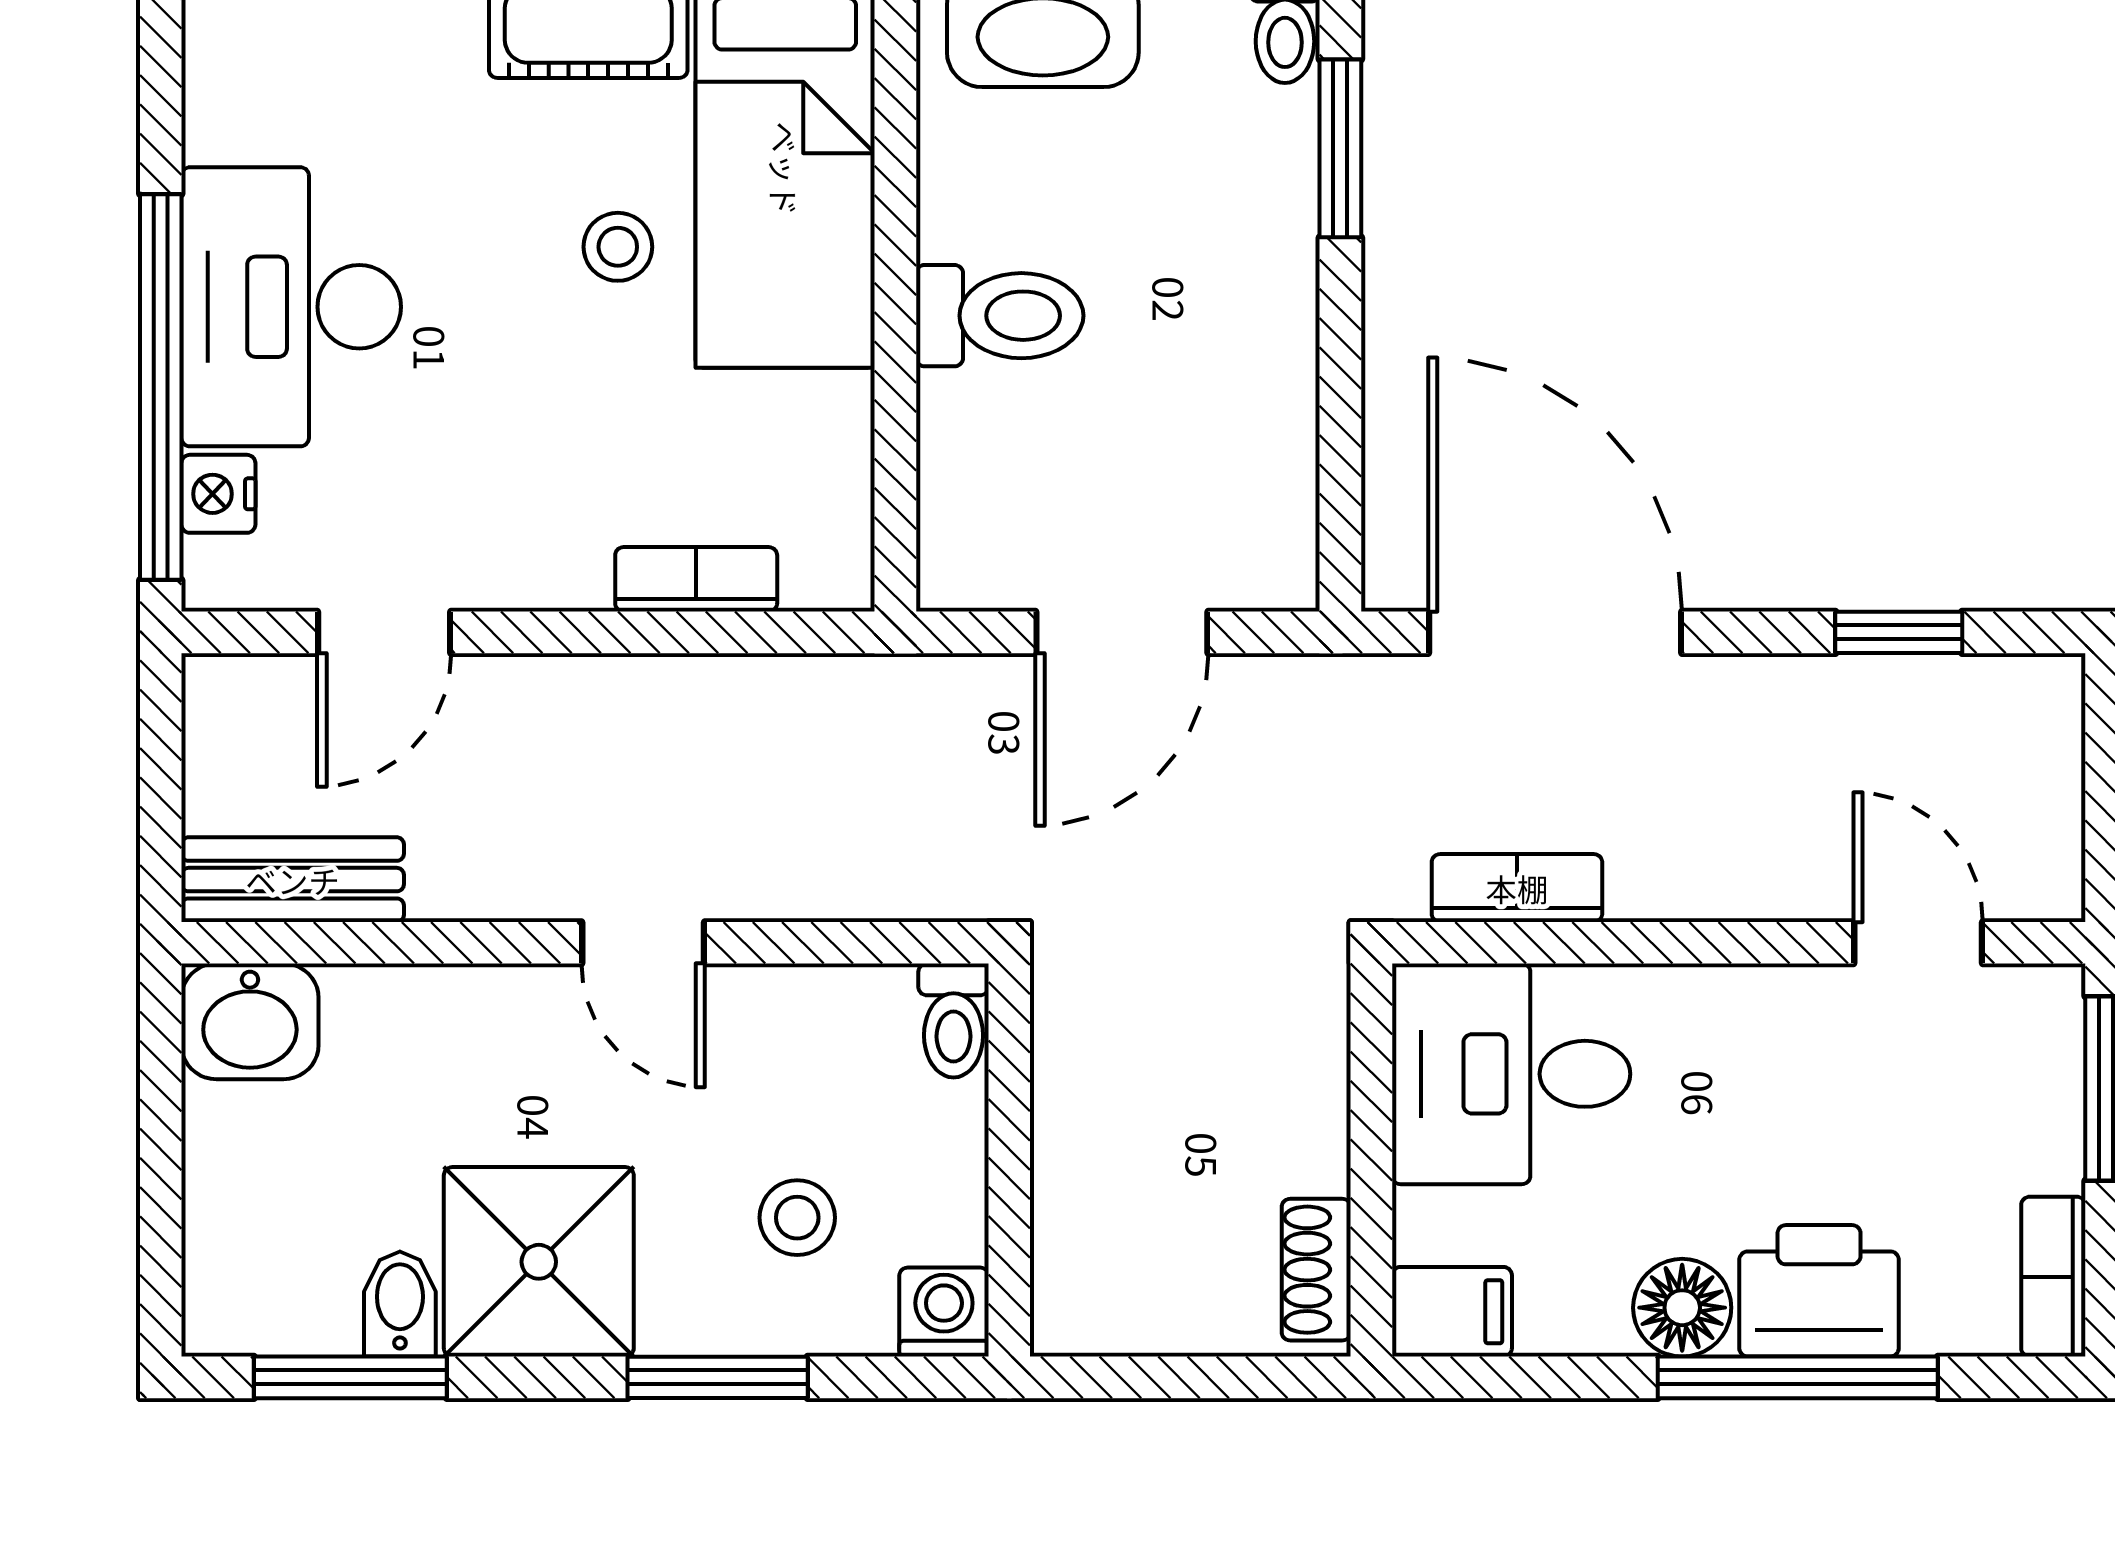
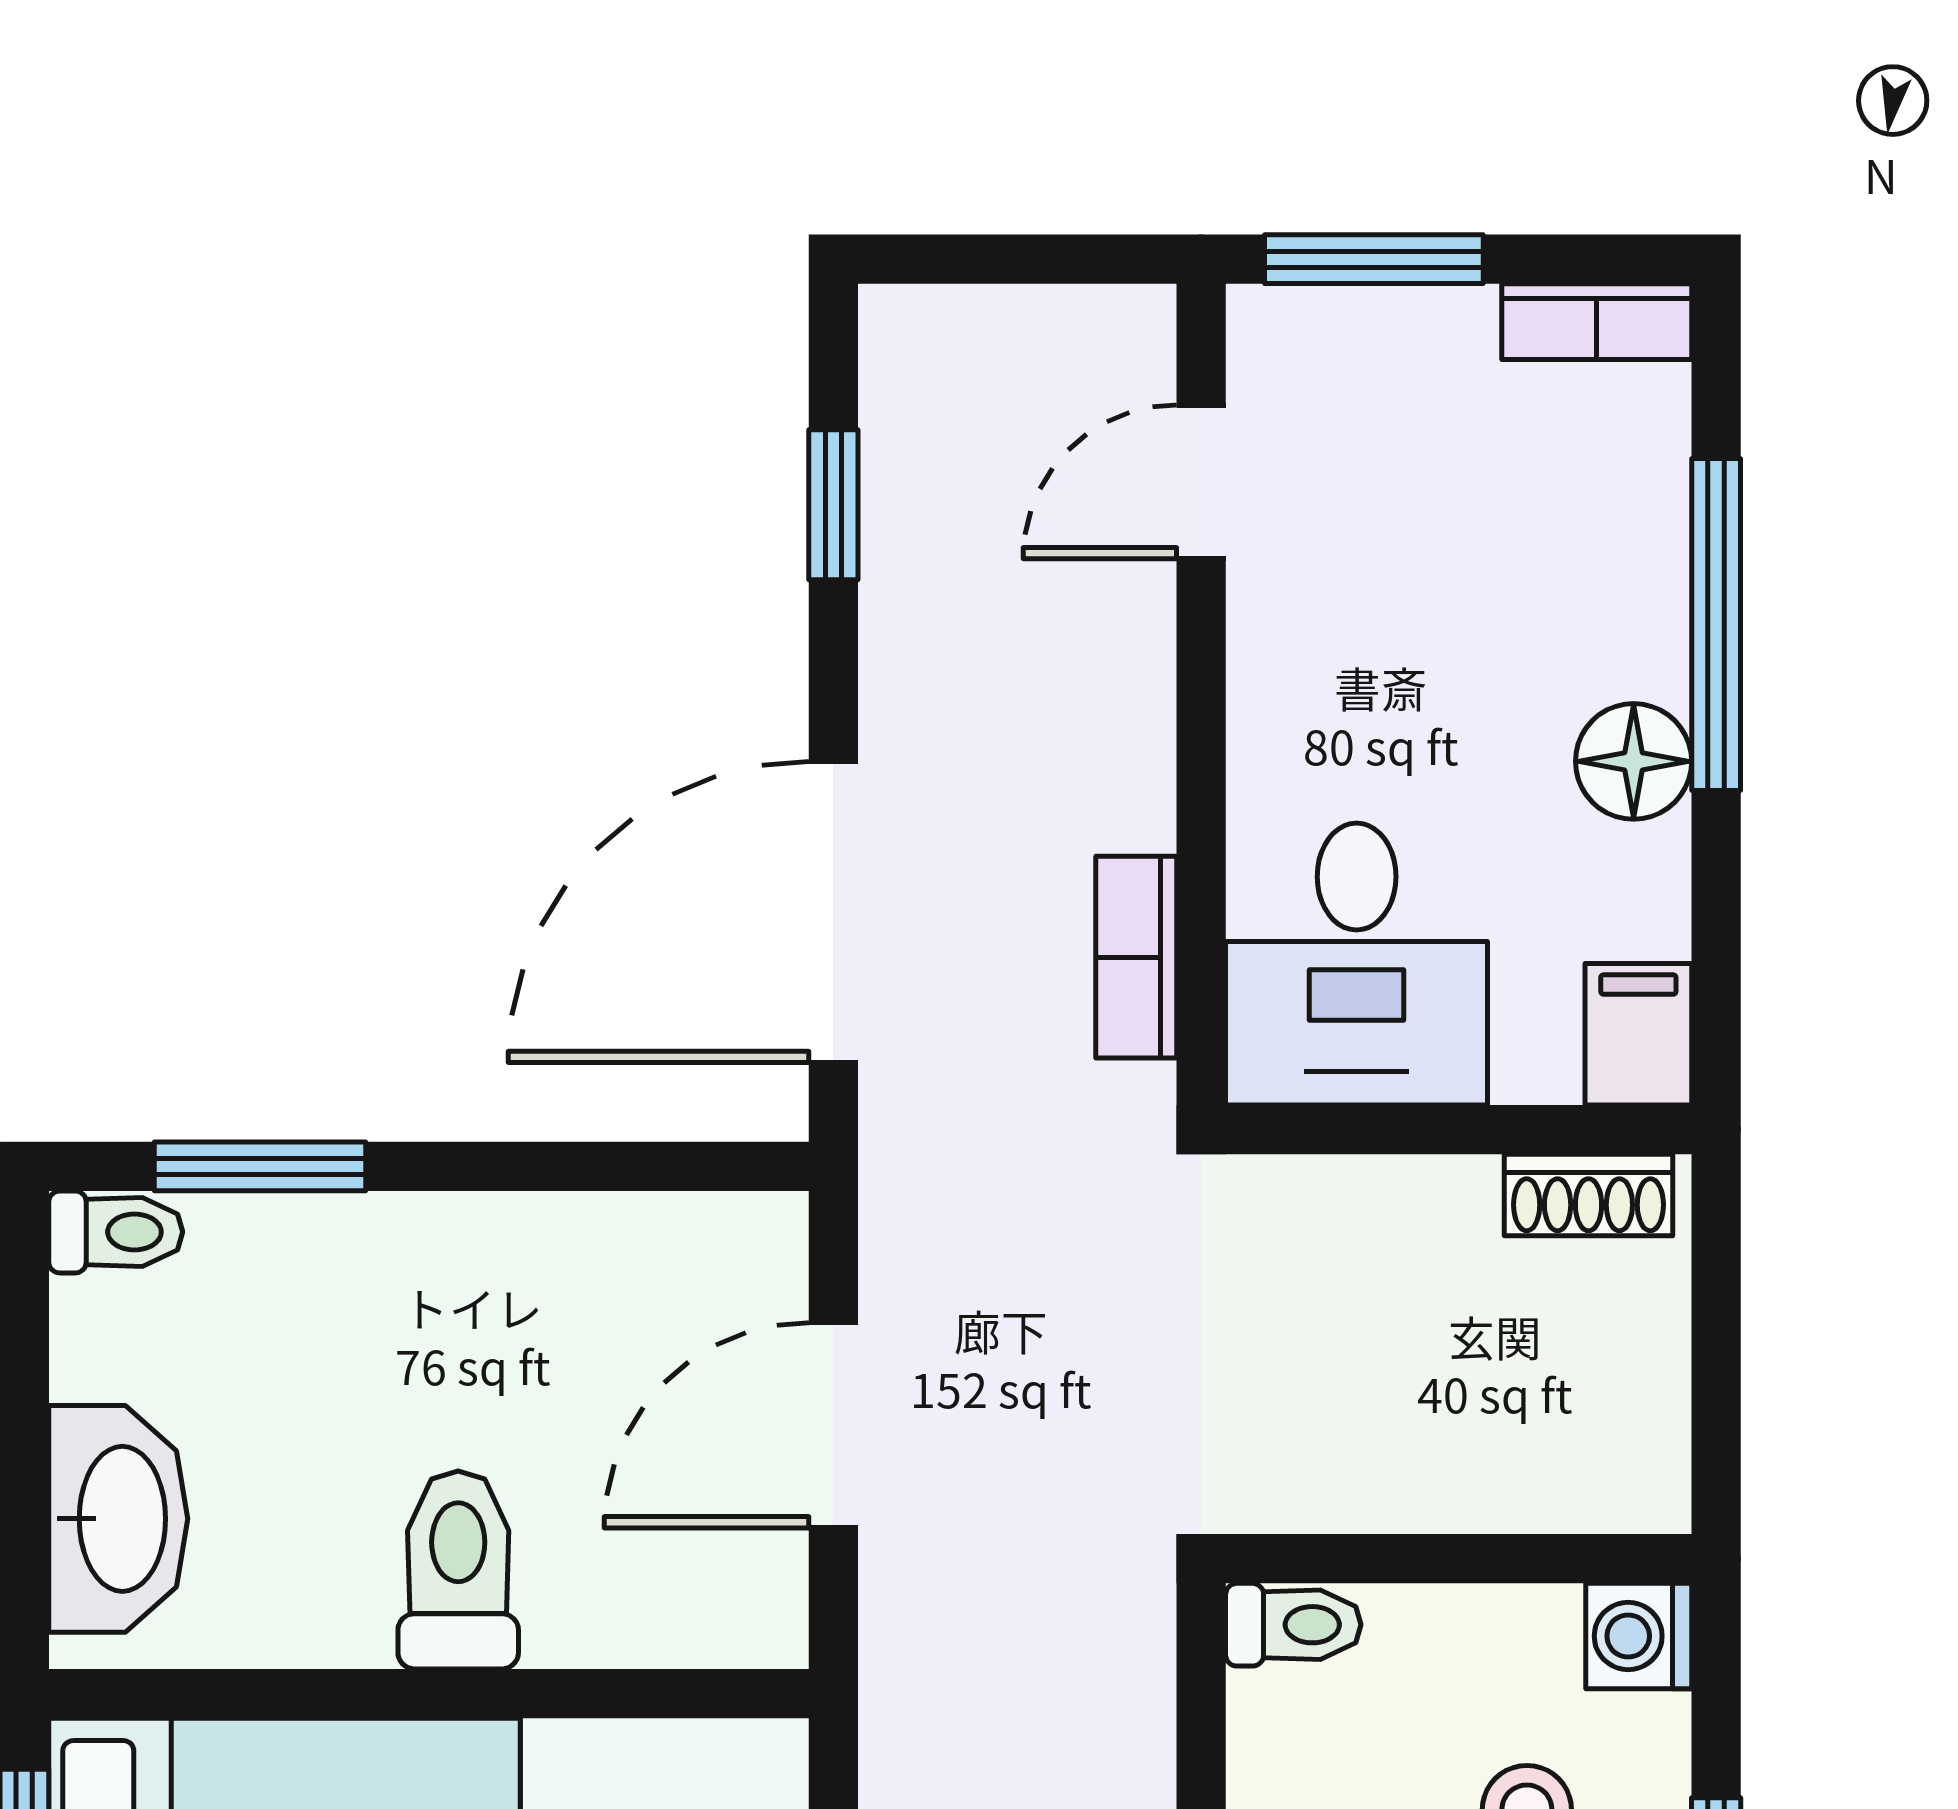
door: (1122, 632) -> (833, 1425), swing flipped
printer: (1819, 1291) -> (1614, 599), removed

